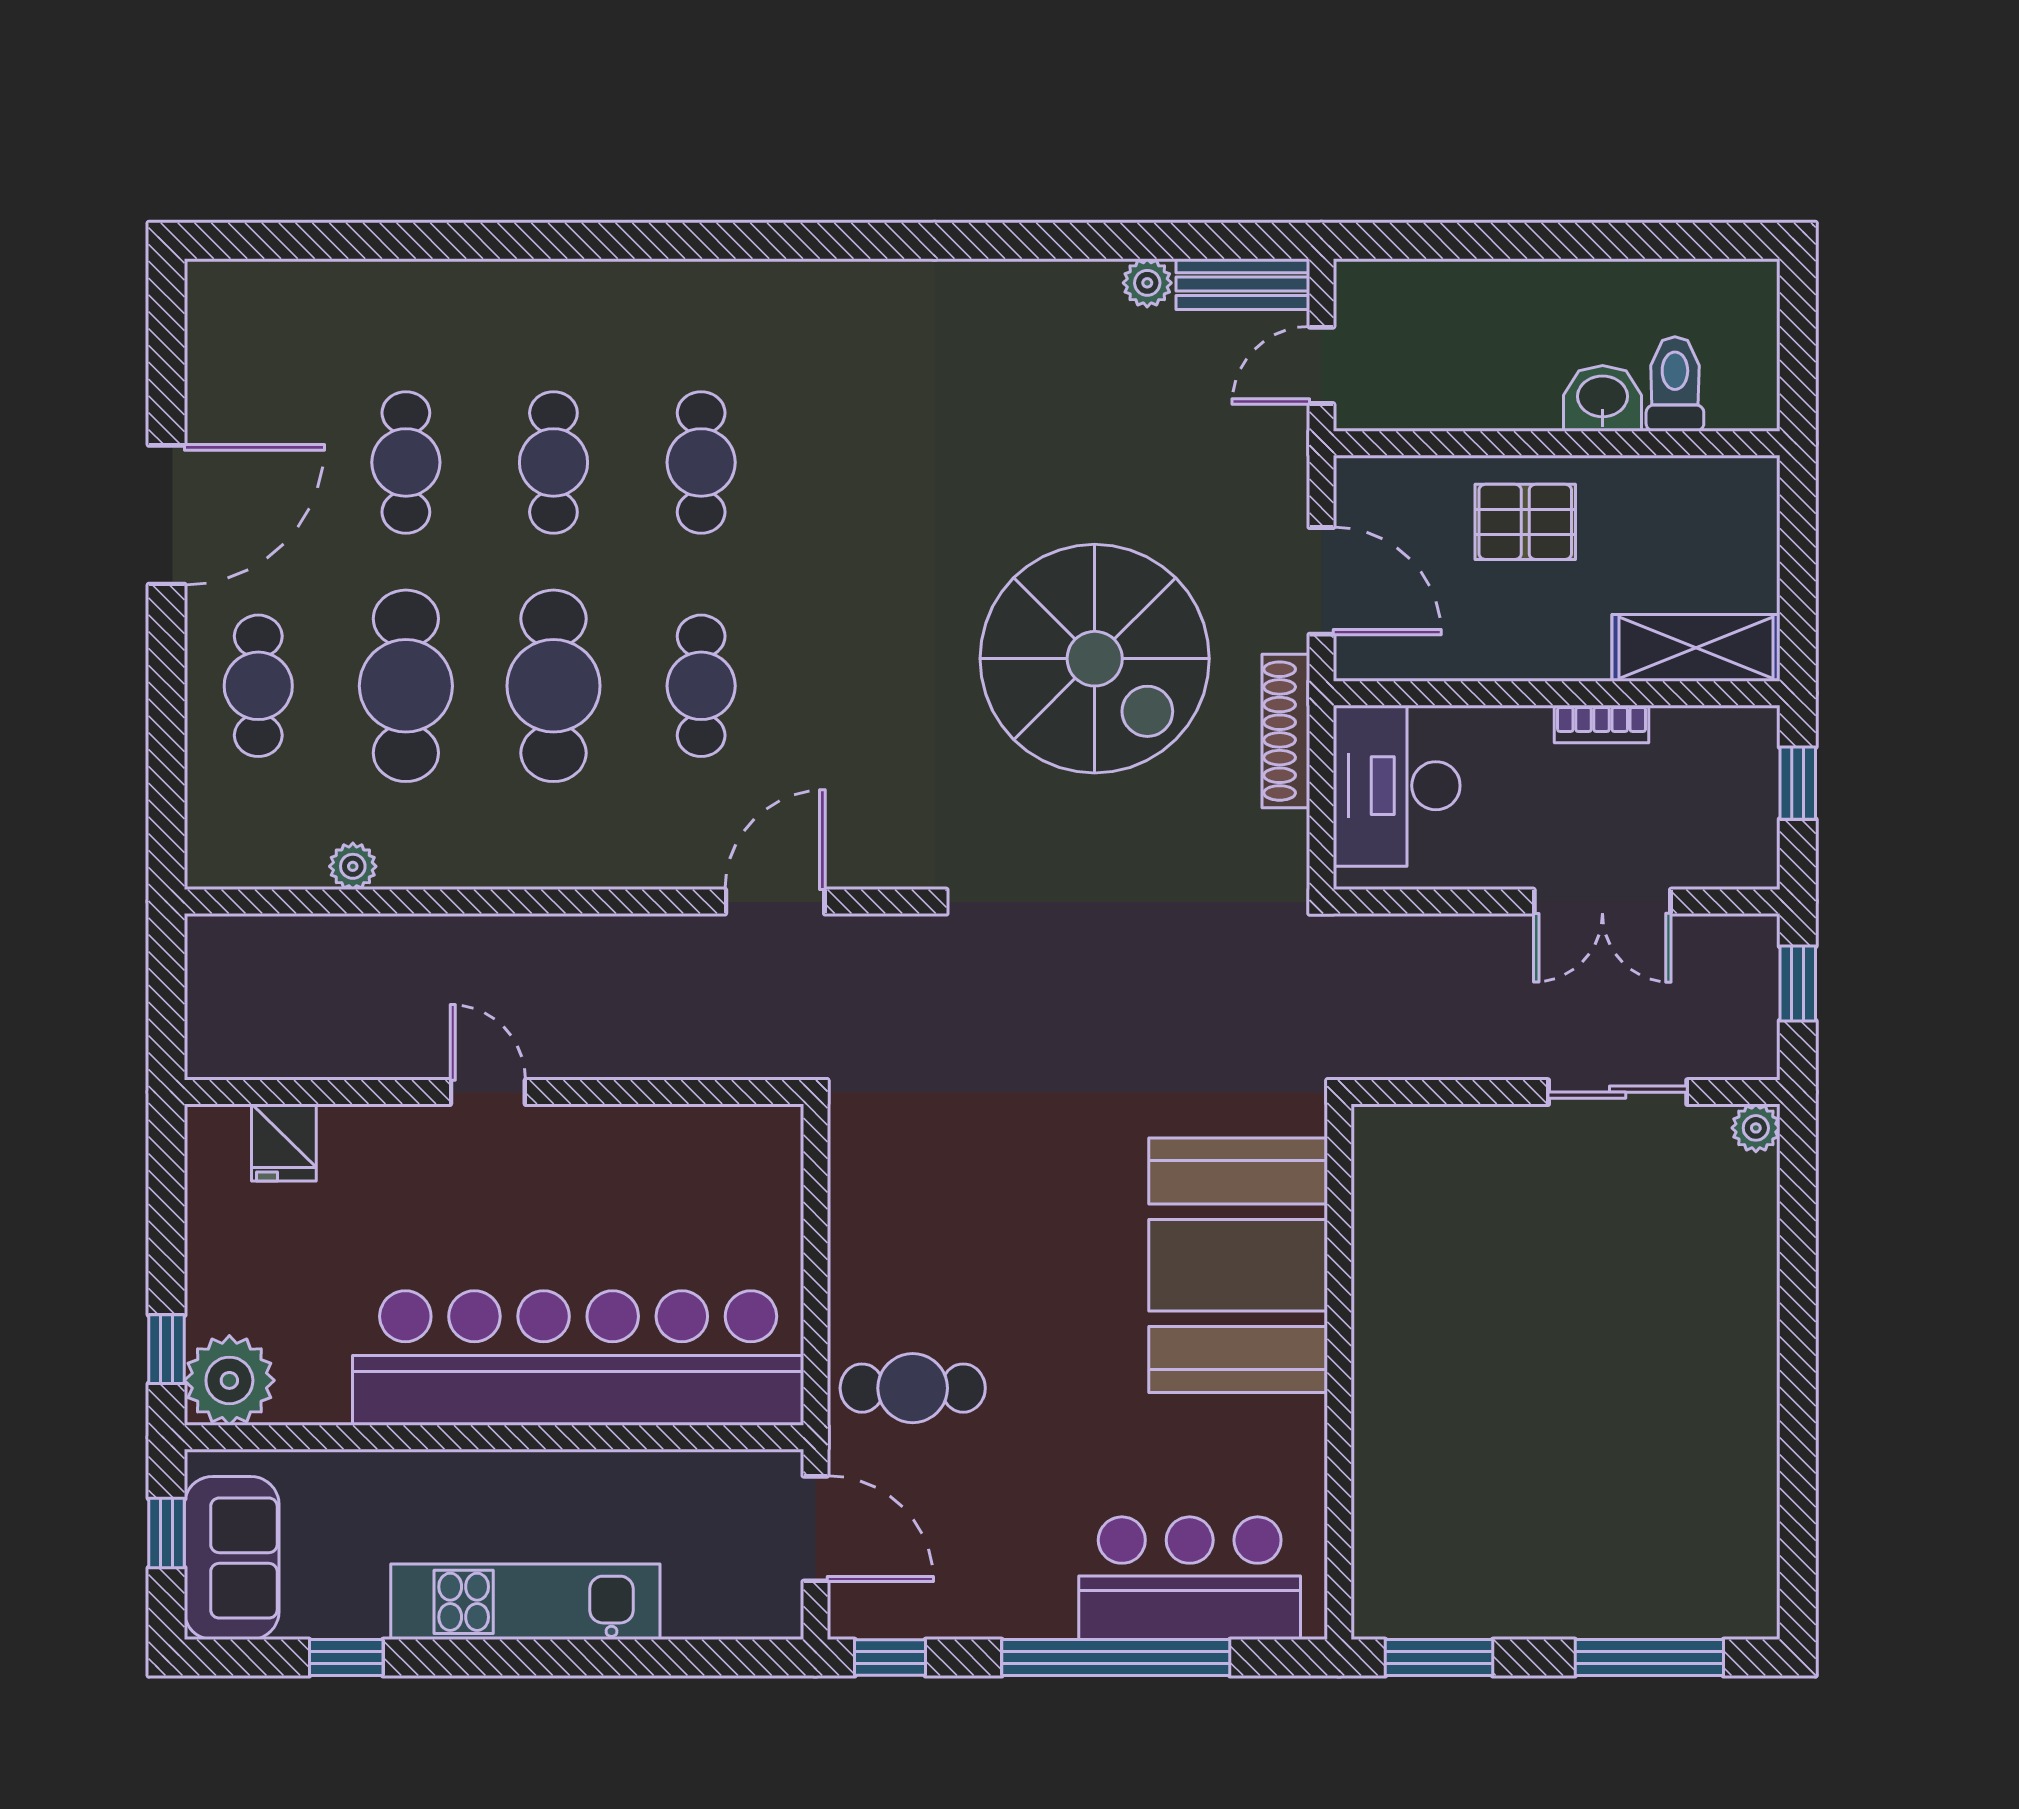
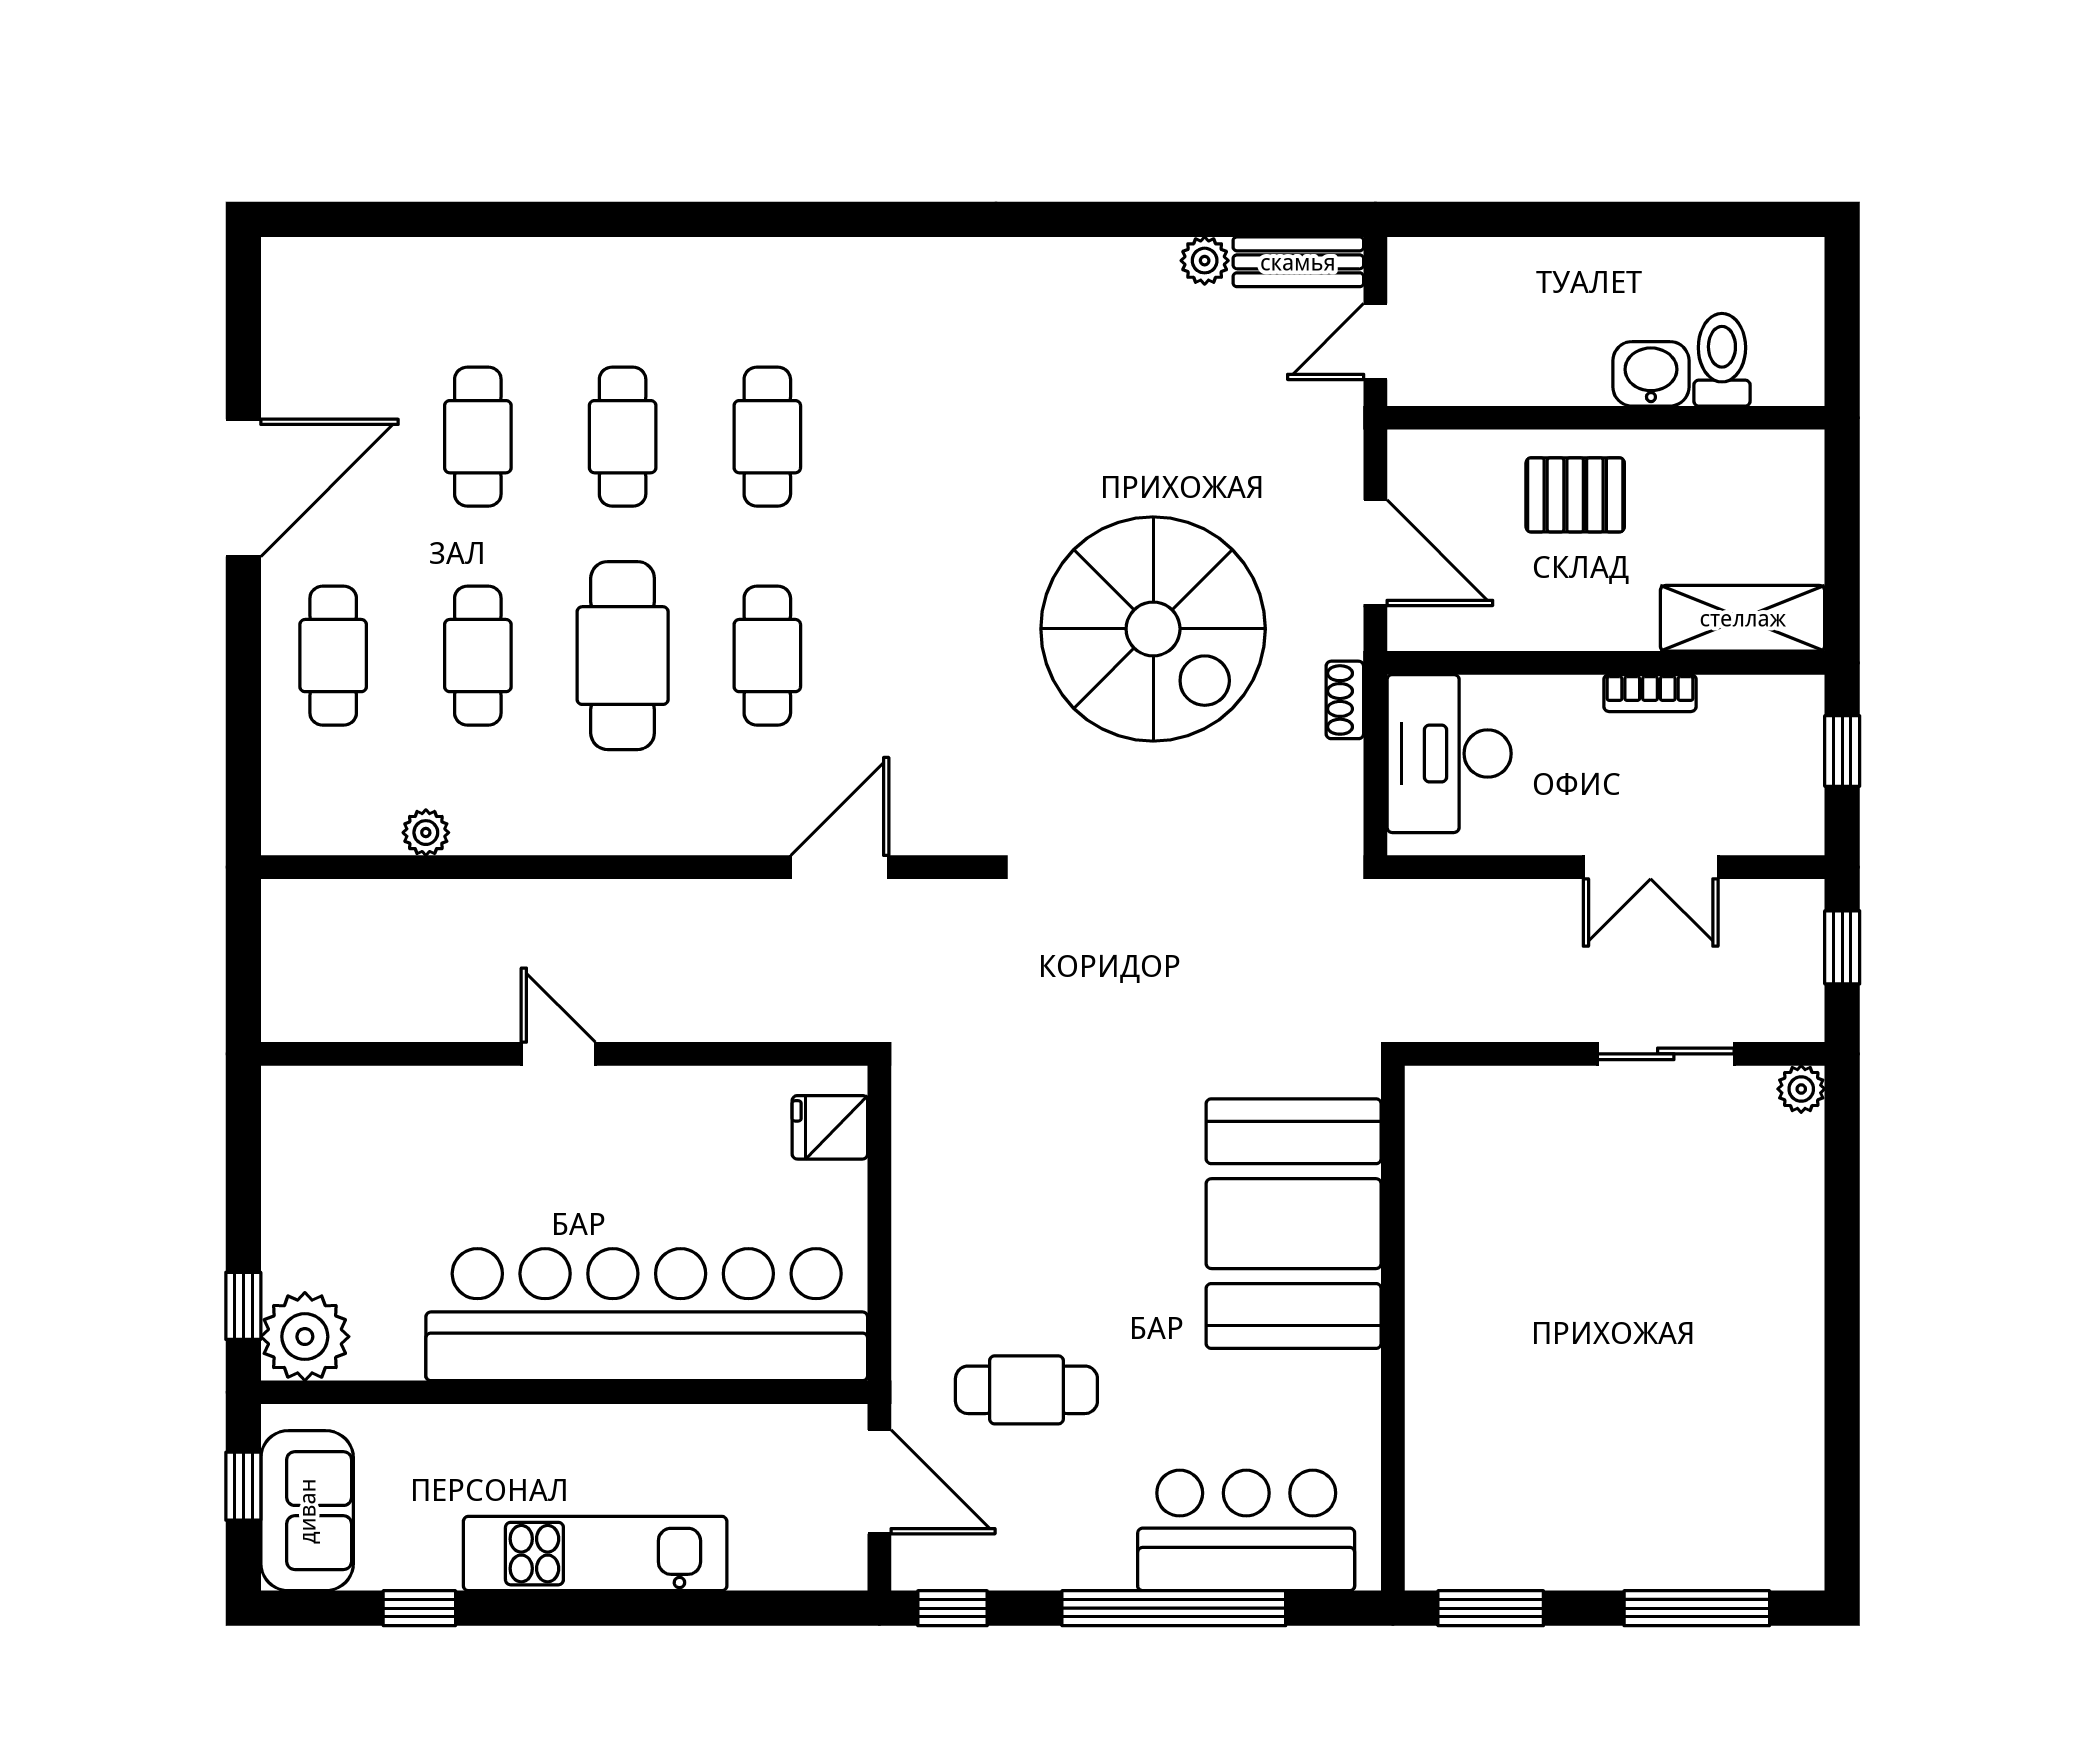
cafe table: (406, 686) -> (478, 656), width x0.73, depth x0.74
shoe rack: (1286, 731) -> (1345, 700), width x0.51, depth x0.81
fridge: (284, 1142) -> (830, 1127), moved, turned 90
cafe table: (913, 1388) -> (1026, 1390), moved

